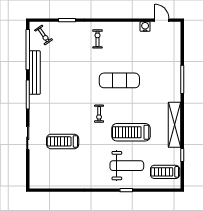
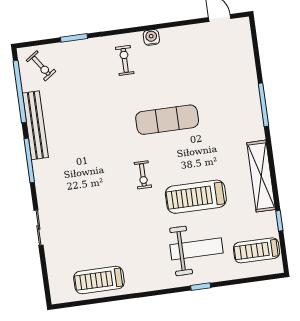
water cooler: (145, 27) -> (151, 37), moved
treadmill: (63, 141) -> (99, 280), moved

